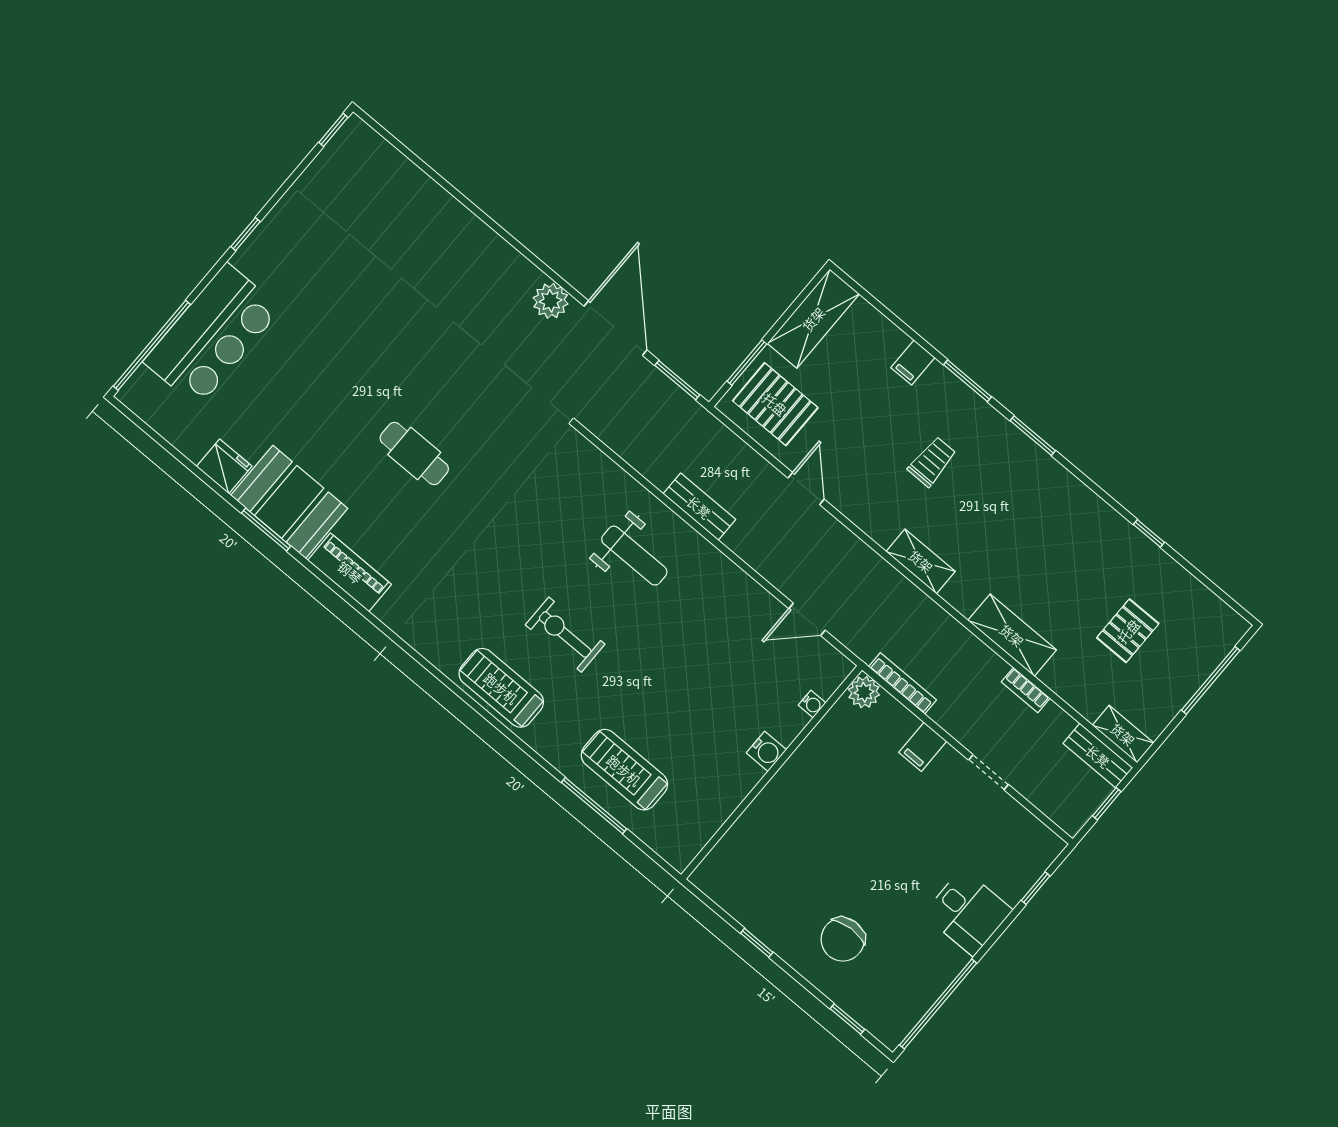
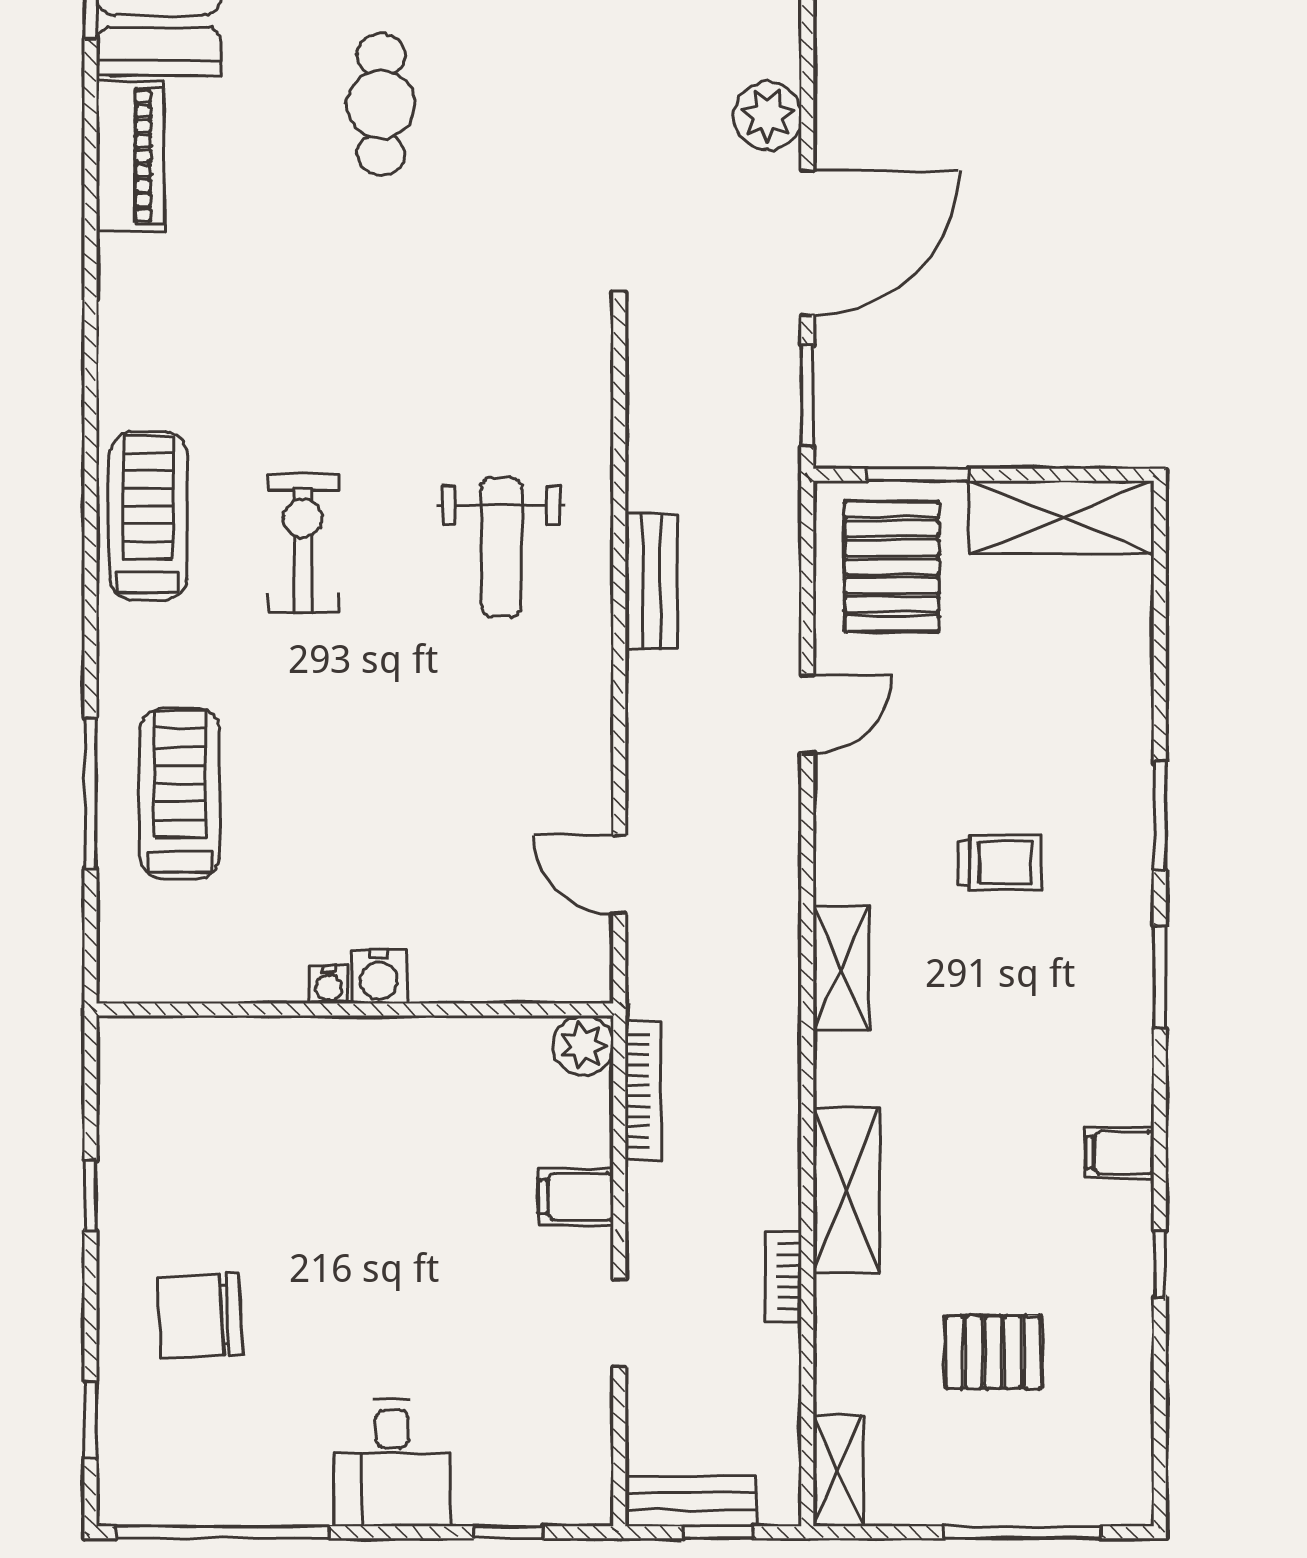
filing cabinet: (913, 362) -> (1120, 1153), moved
water cooler: (812, 704) -> (329, 985), moved
bench: (1098, 756) -> (691, 1501), moved, turned 90

